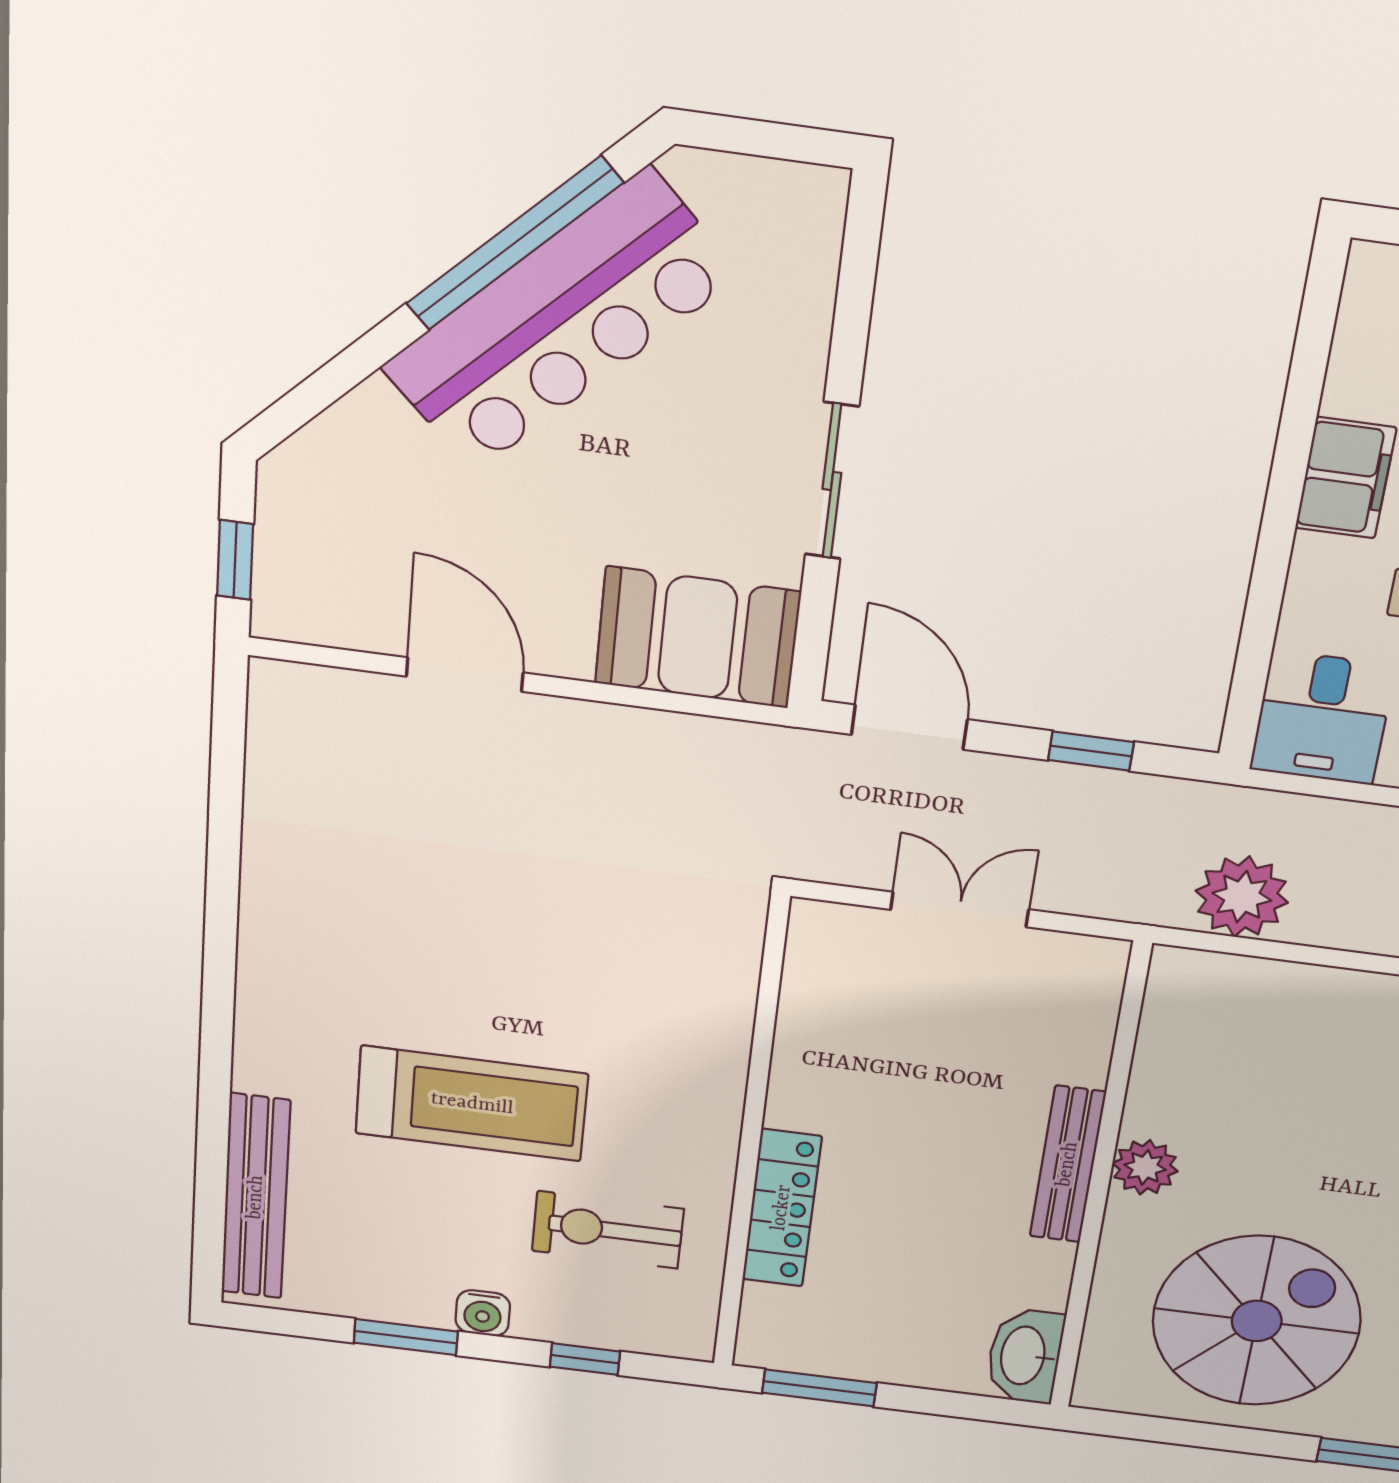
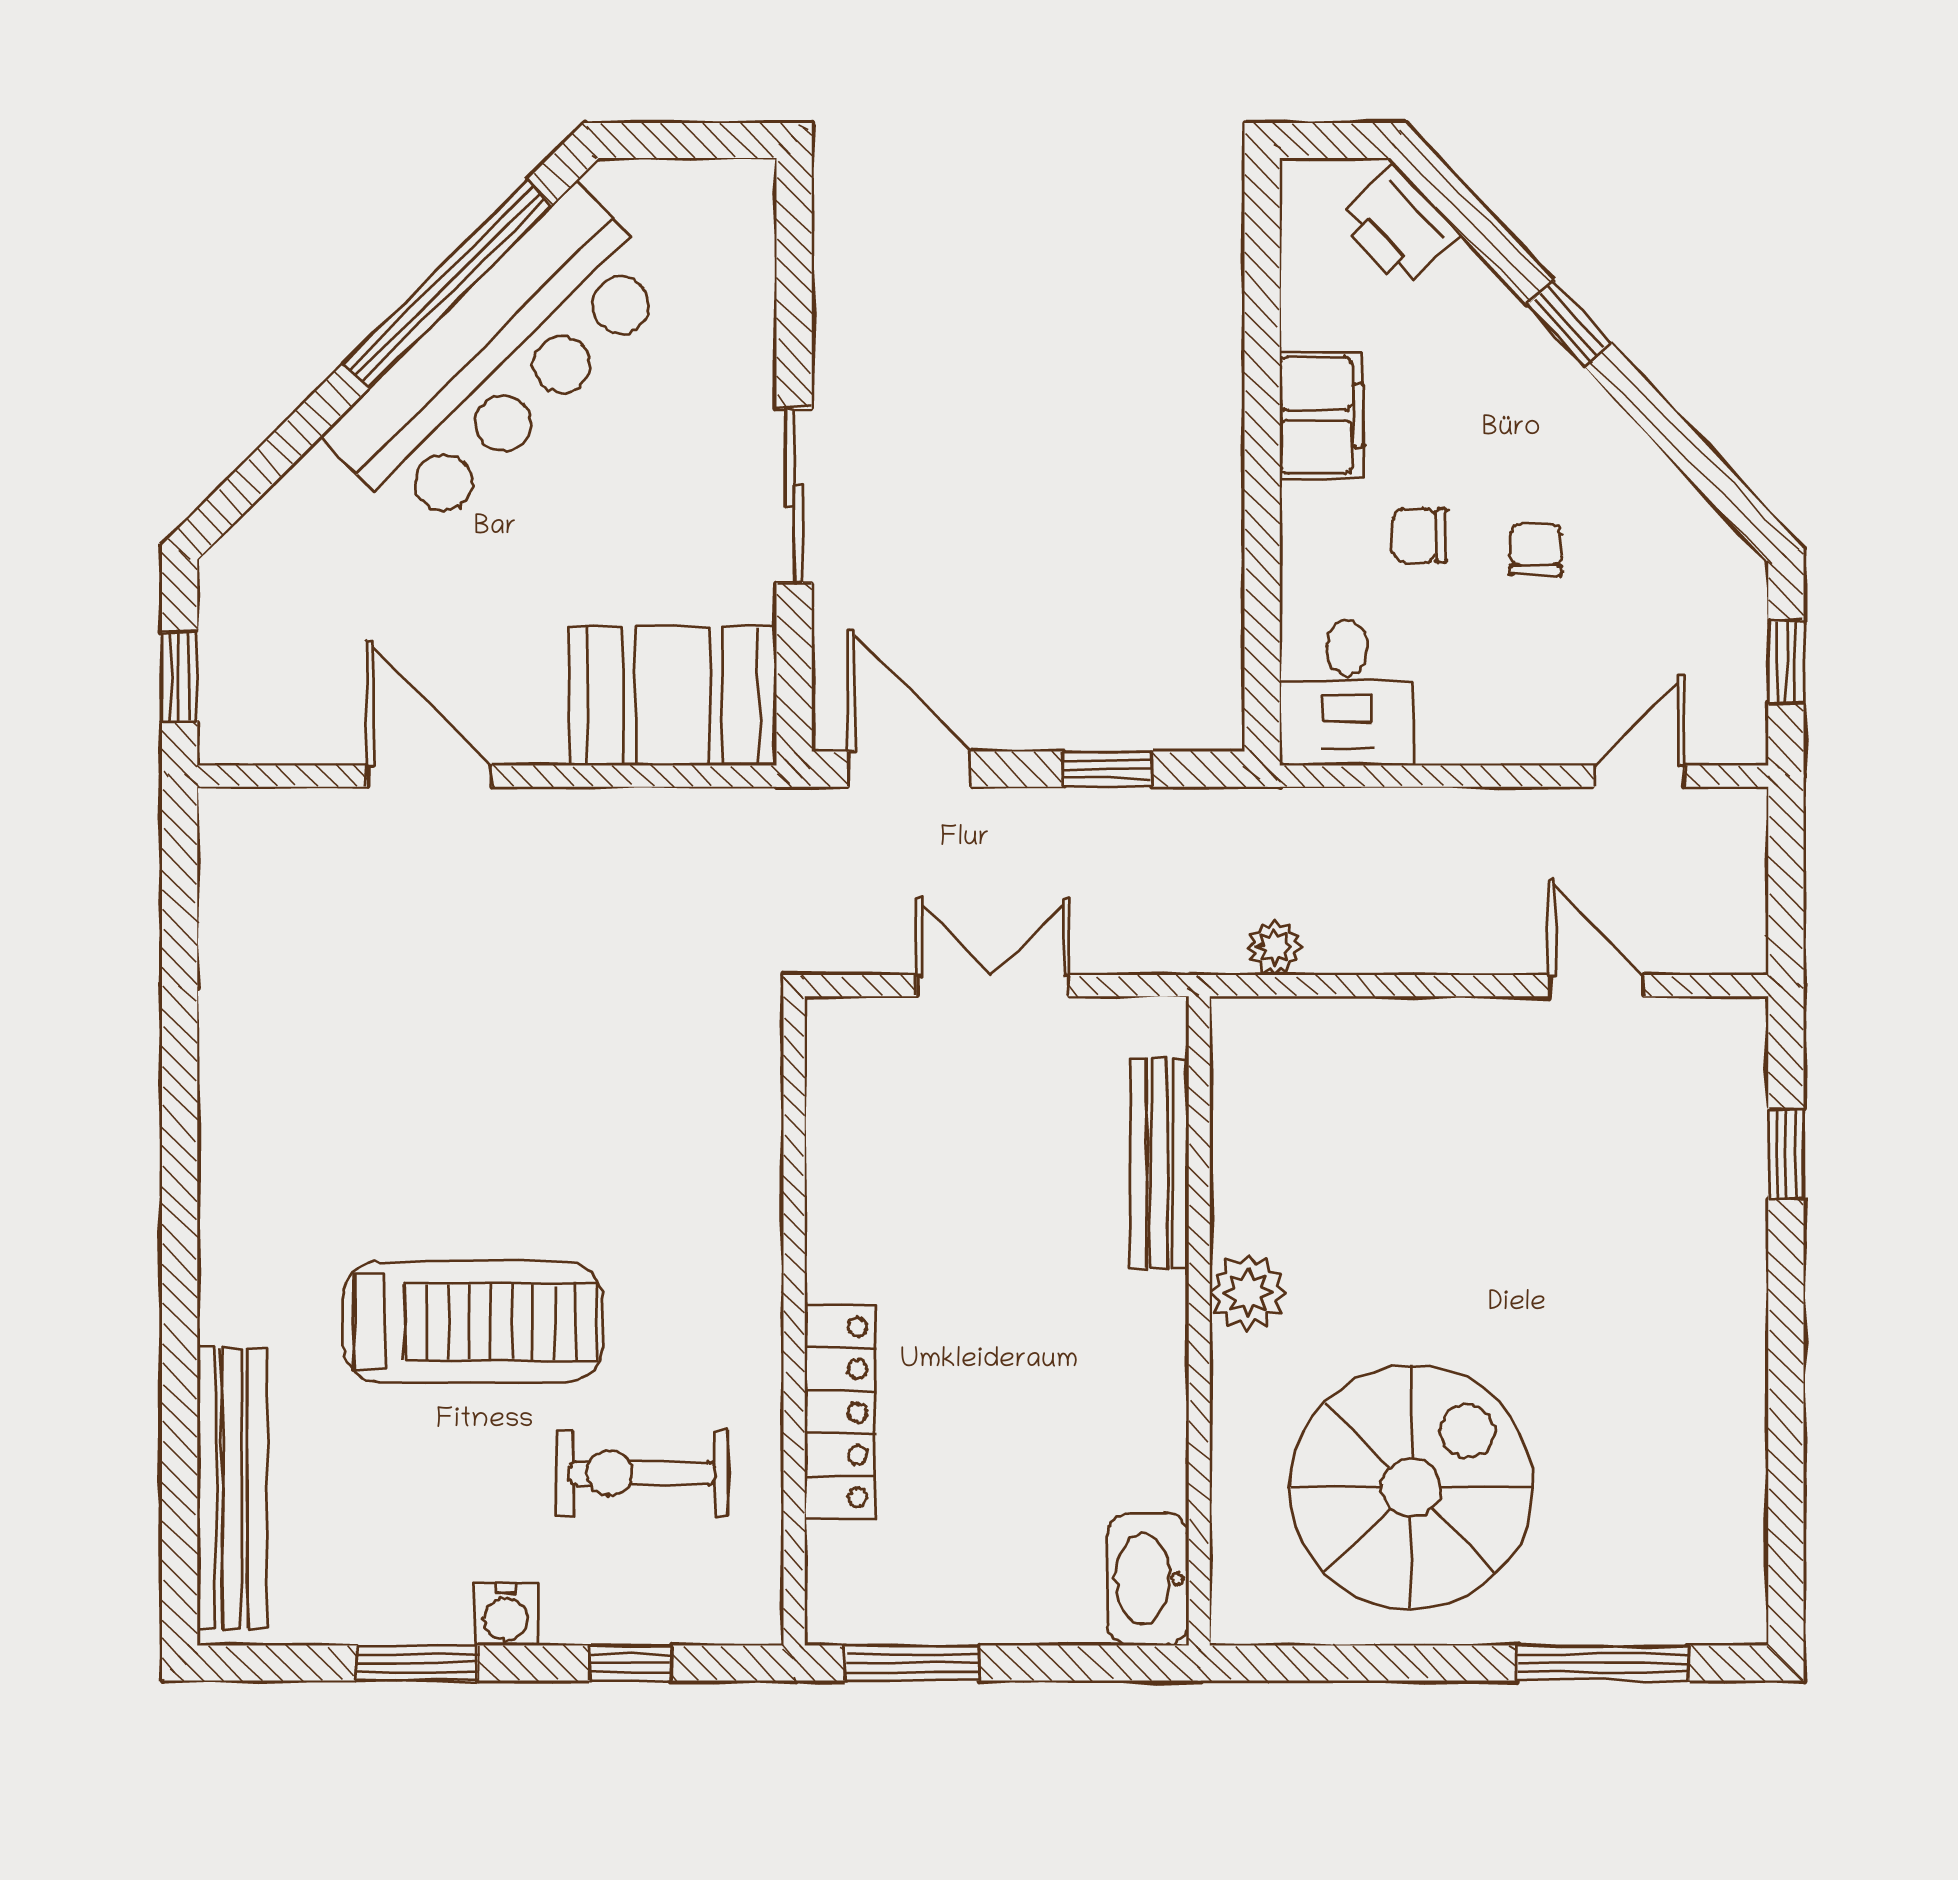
plant: (1242, 897) -> (1274, 948), width x0.53, depth x0.53
bench: (1068, 1164) -> (1159, 1163), moved

